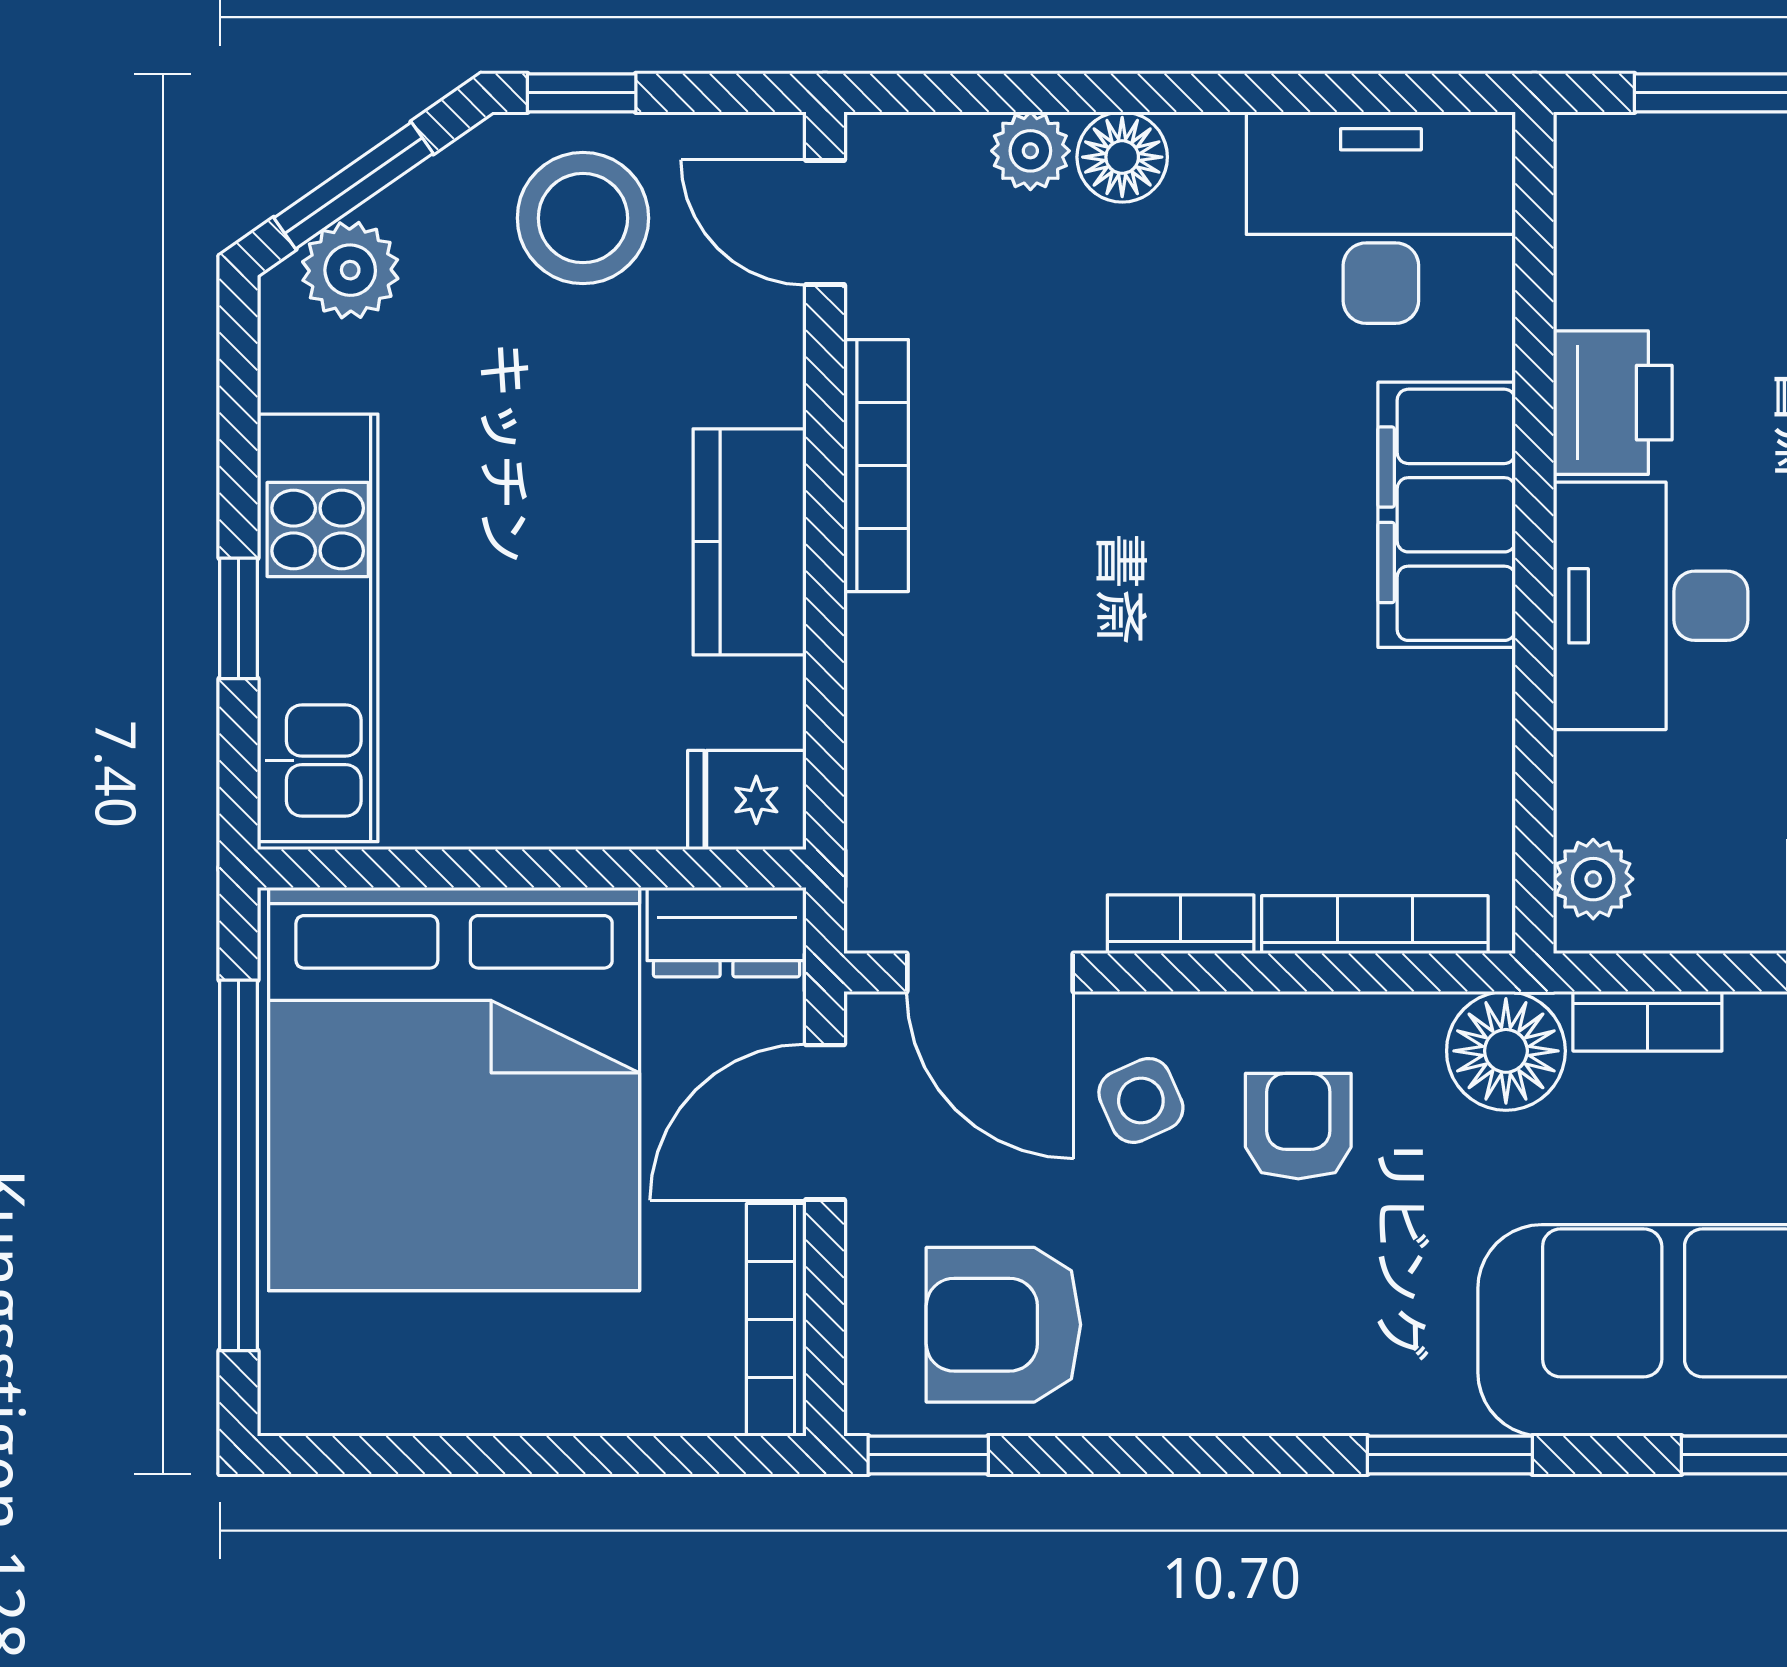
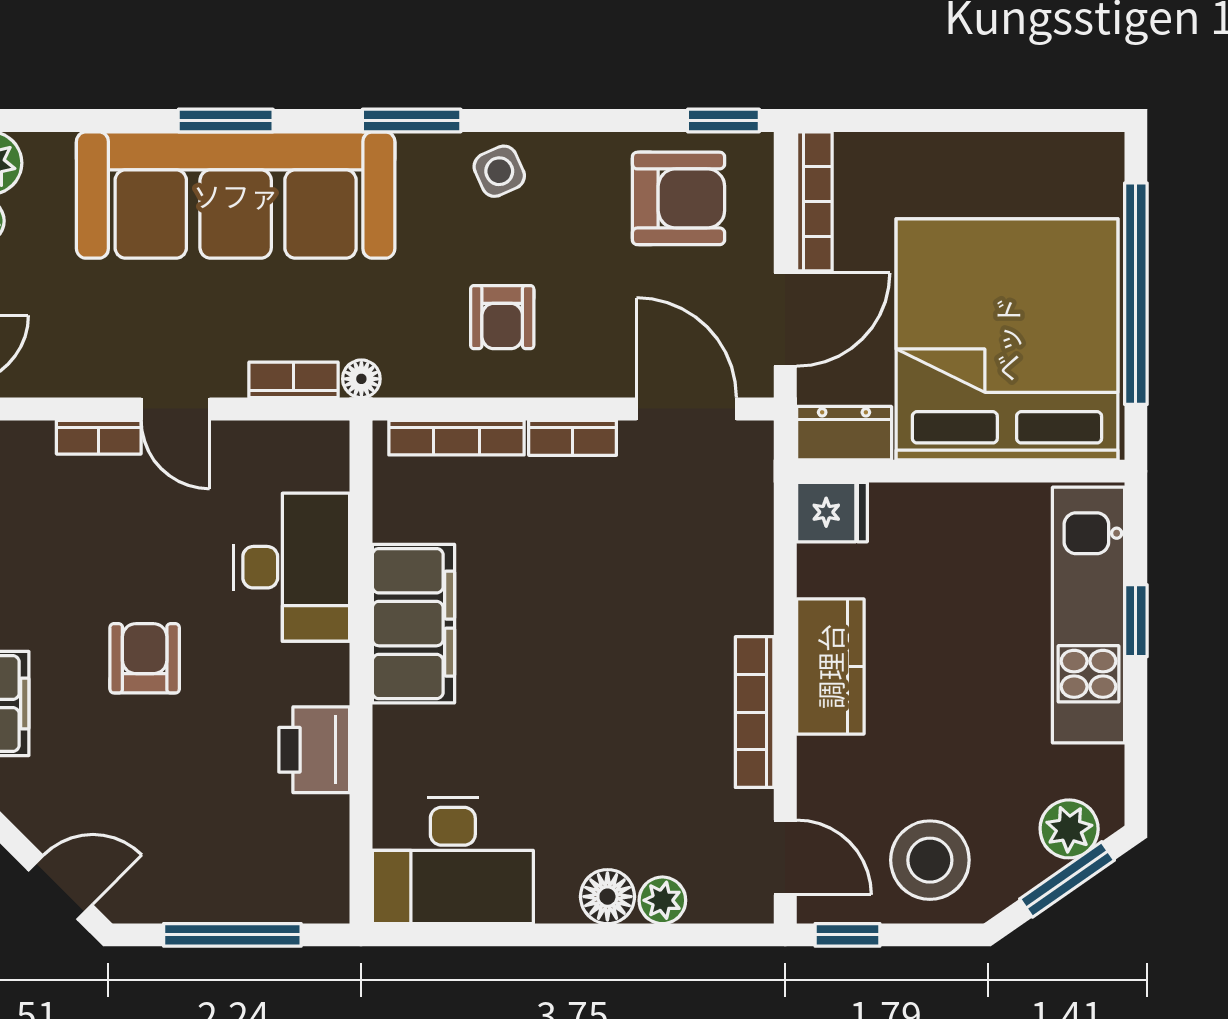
window: (582, 93) -> (847, 935), moved
filing cabinet: (1447, 515) -> (413, 624), moved
desk: (1651, 606) -> (292, 567), moved
plant: (1593, 879) -> (326, 465), removed
floor lamp: (1506, 1051) -> (361, 379), width x0.53, depth x0.53
side table: (1141, 1100) -> (499, 171), moved

